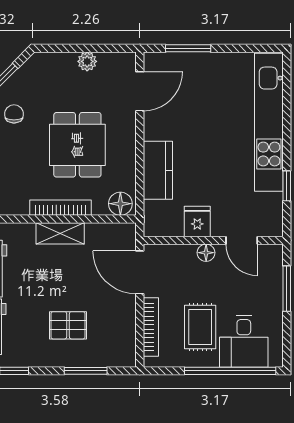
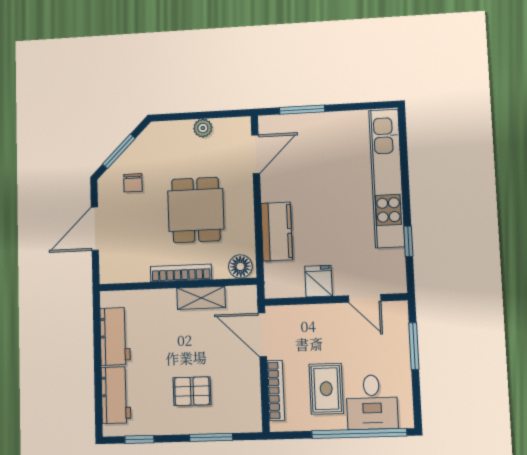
chair: (14, 114) -> (133, 183), turned 180
shelving: (60, 233) -> (201, 298), moved
floor lamp: (206, 253) -> (329, 312), removed

